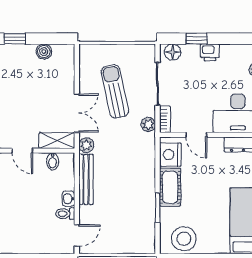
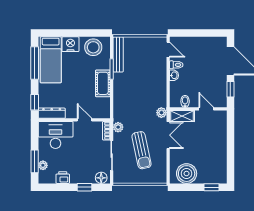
boiler: (44, 52) -> (187, 174), width x1.86, depth x1.86
printer: (210, 52) -> (63, 178), moved
double door: (77, 113) -> (168, 135), swing flipped
nightstand: (170, 155) -> (70, 44), moved, turned -90
bench: (86, 179) -> (118, 54), moved
door: (77, 235) -> (168, 50), swing flipped

